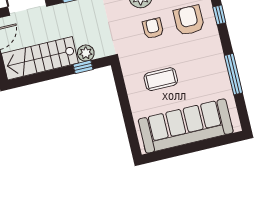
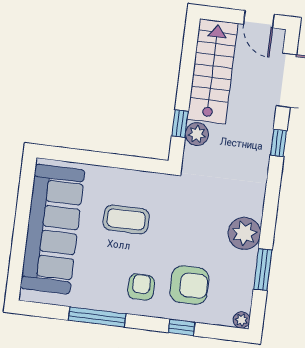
armchair: (153, 28) -> (141, 287), moved, turned -90
coffee table: (161, 79) -> (126, 219), turned 90

